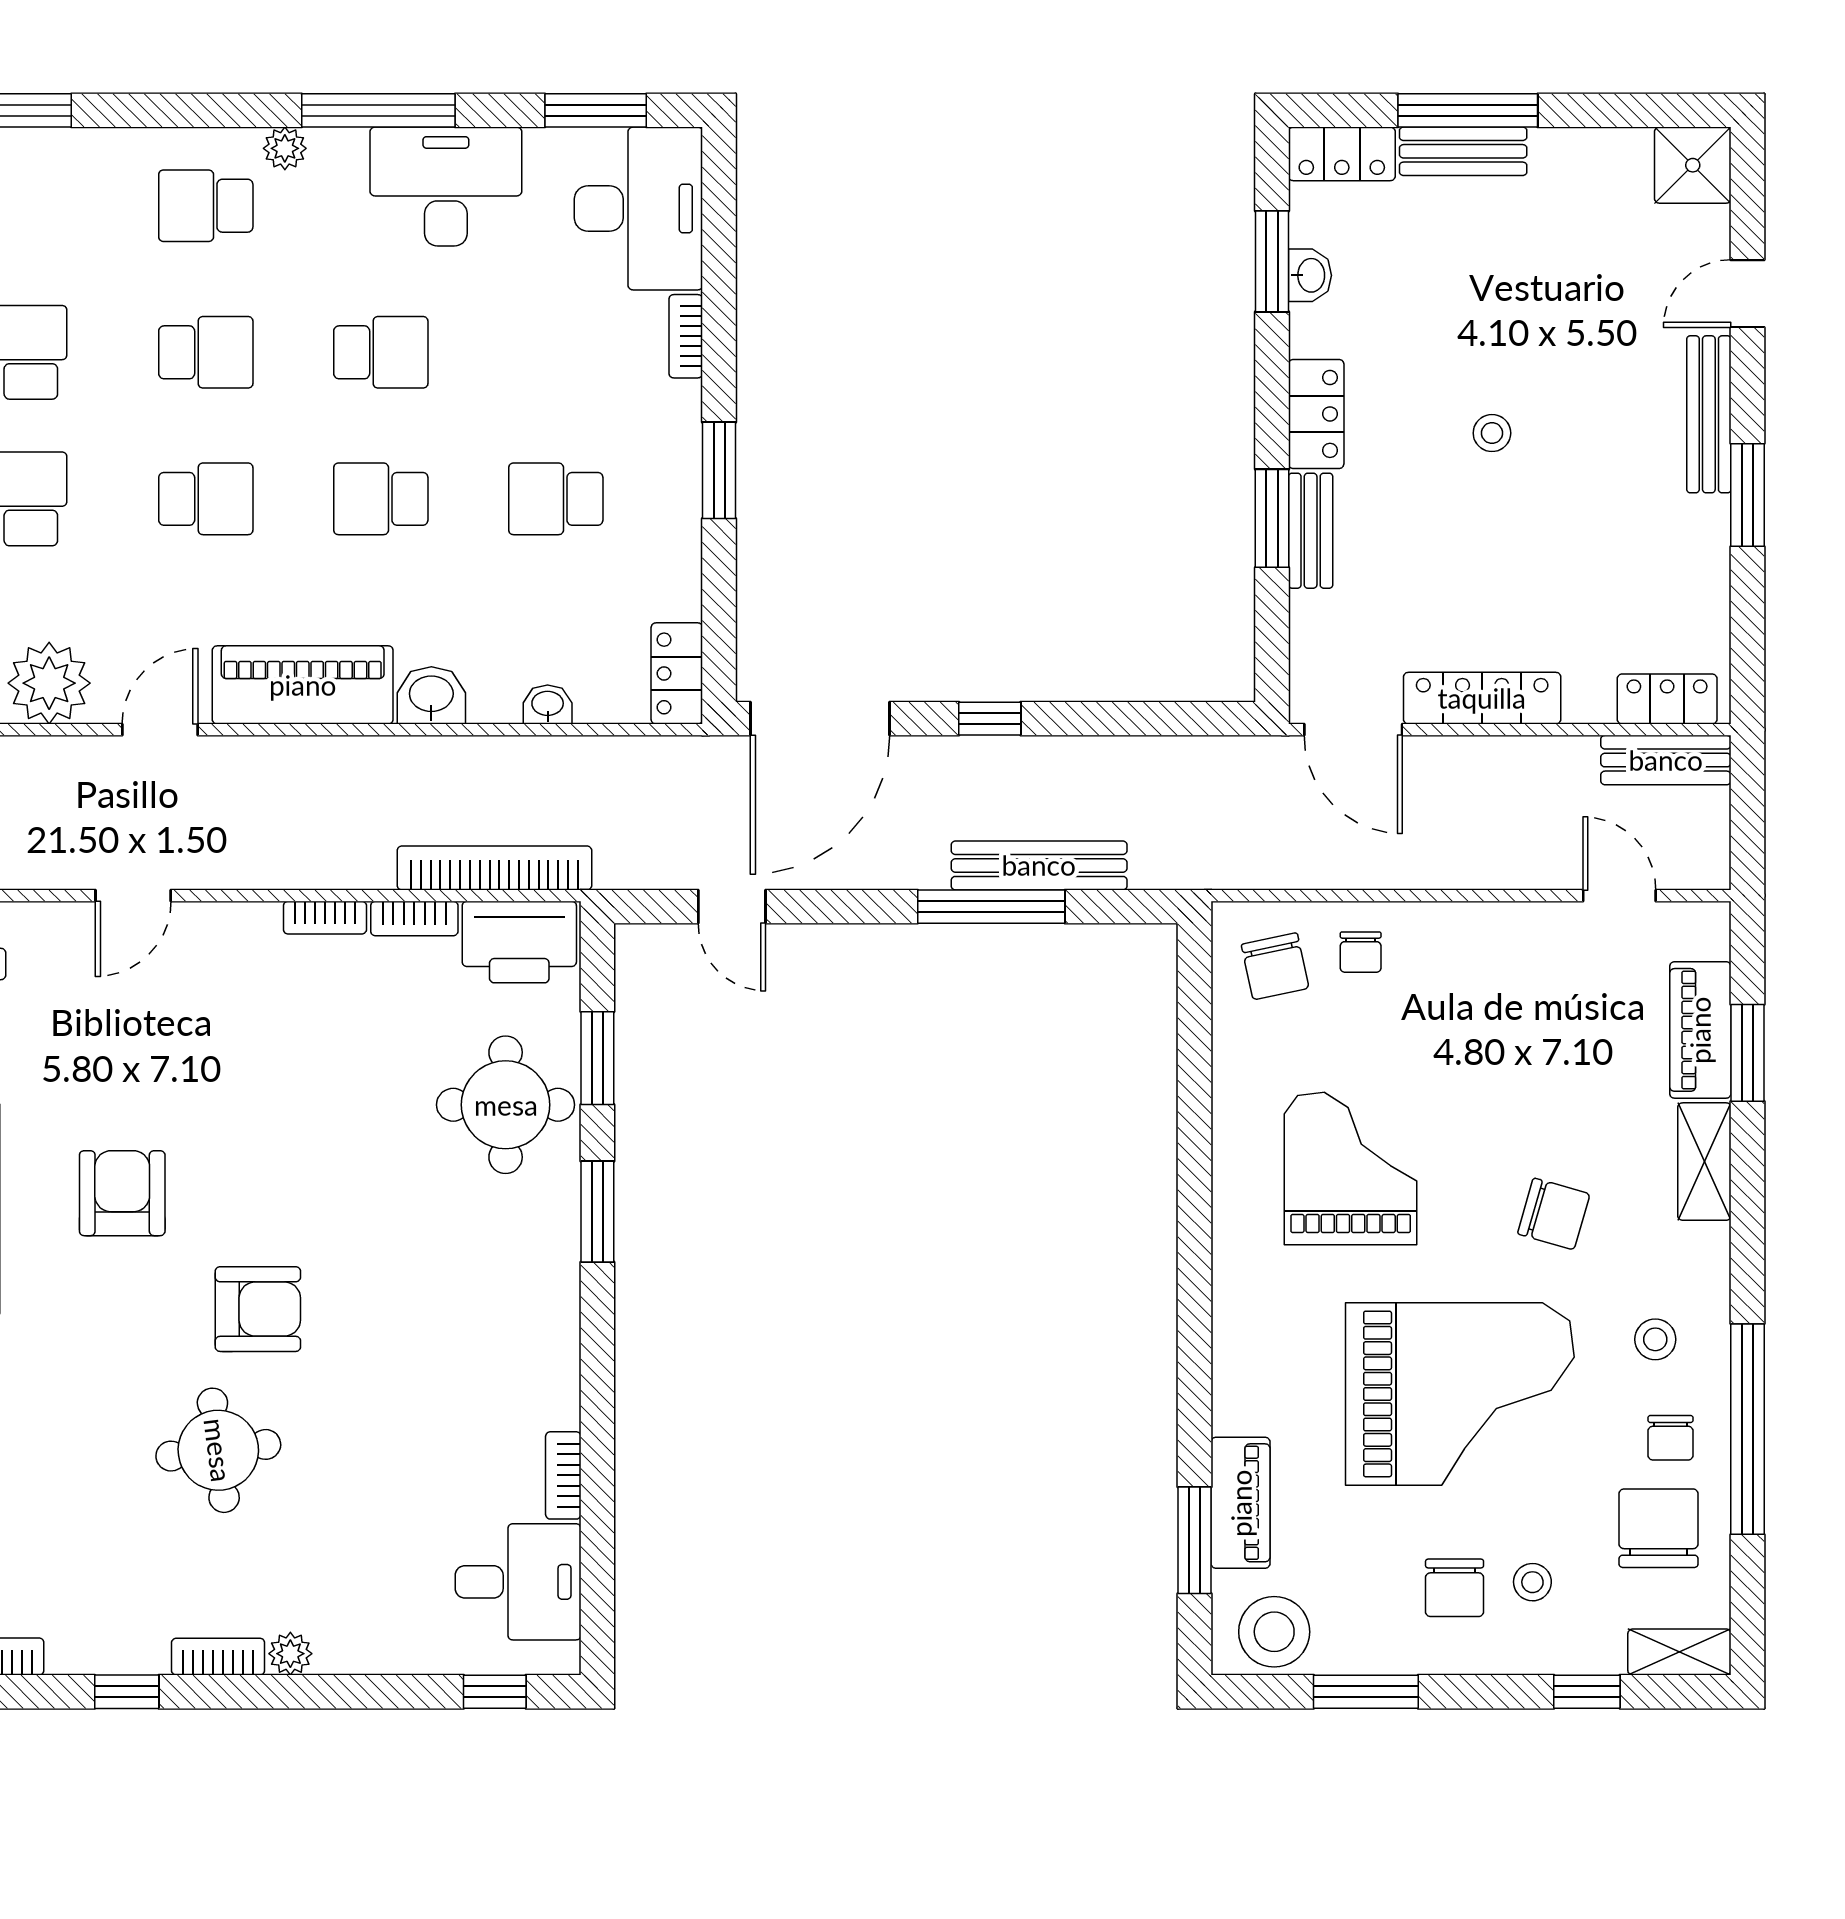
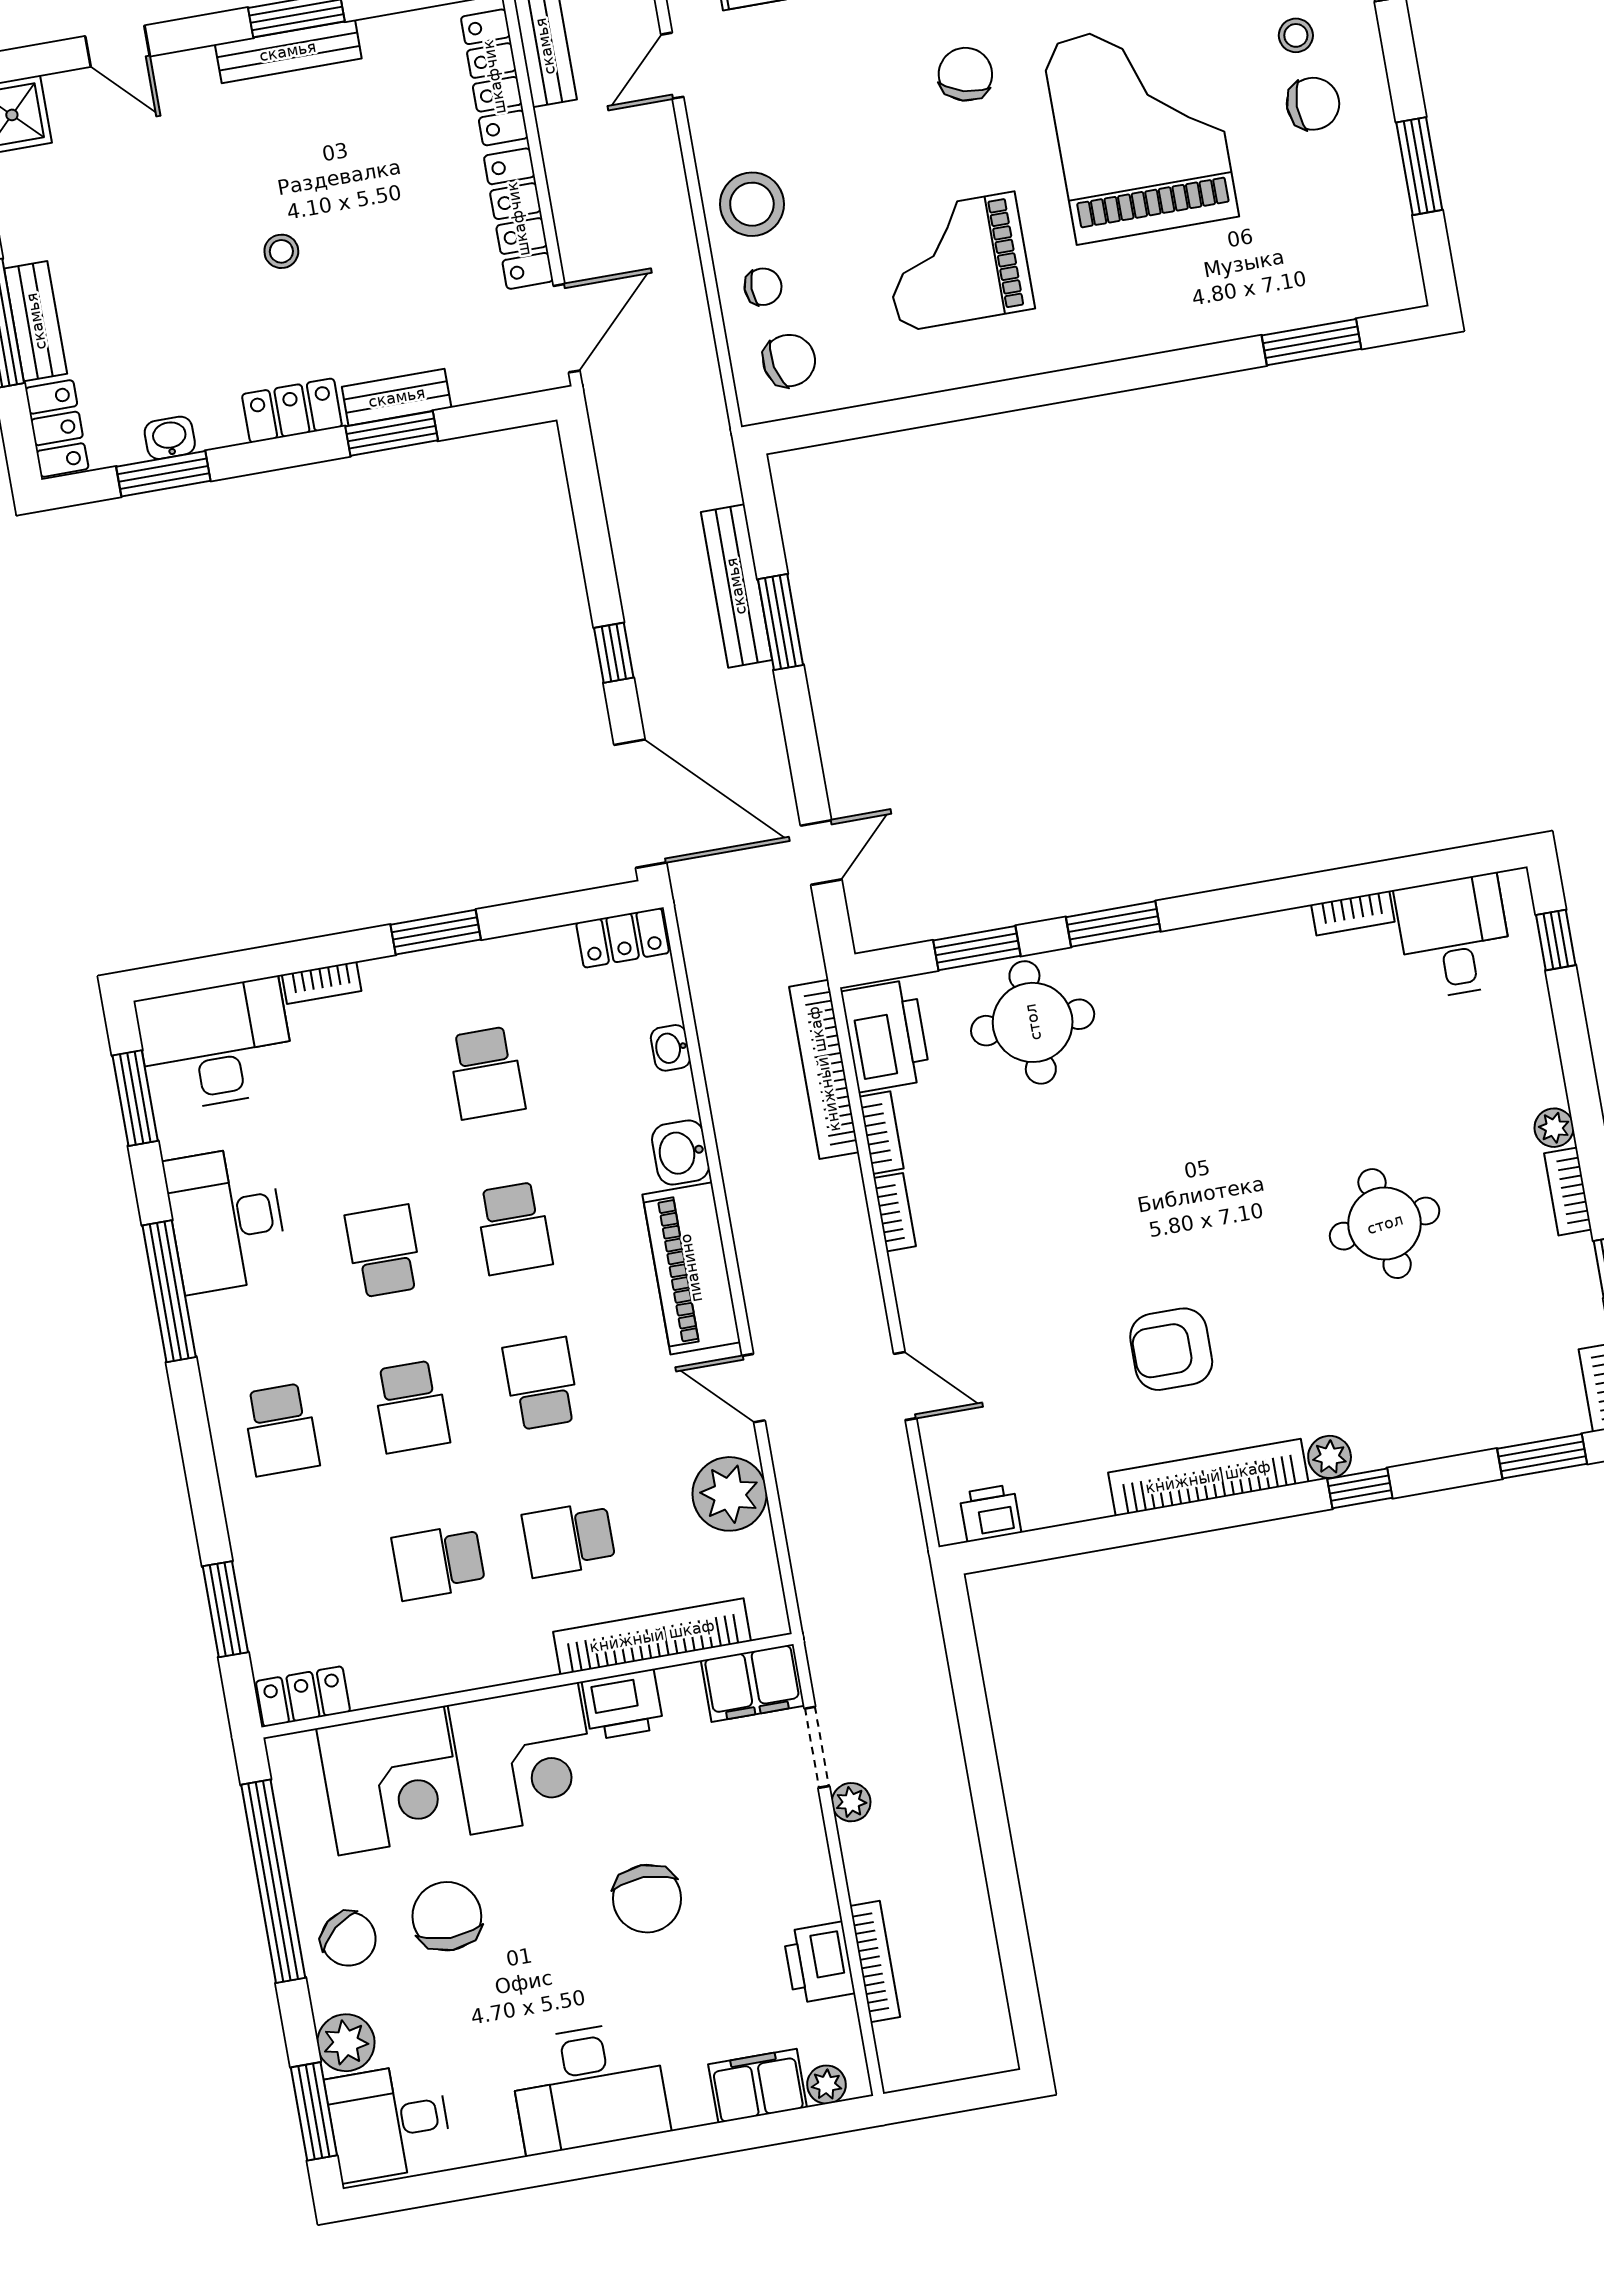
plant: (285, 148) -> (218, 1368), removed
school desk: (206, 352) -> (411, 1407), turned 180
bench: (1709, 414) -> (288, 51), moved
locker: (1667, 699) -> (494, 77), width x1.53
window: (991, 907) -> (781, 622), width x0.69
armchair: (258, 1309) -> (1253, 1210), removed
piano: (1241, 1503) -> (1271, 307), removed
stool: (1274, 1632) -> (752, 204), moved

